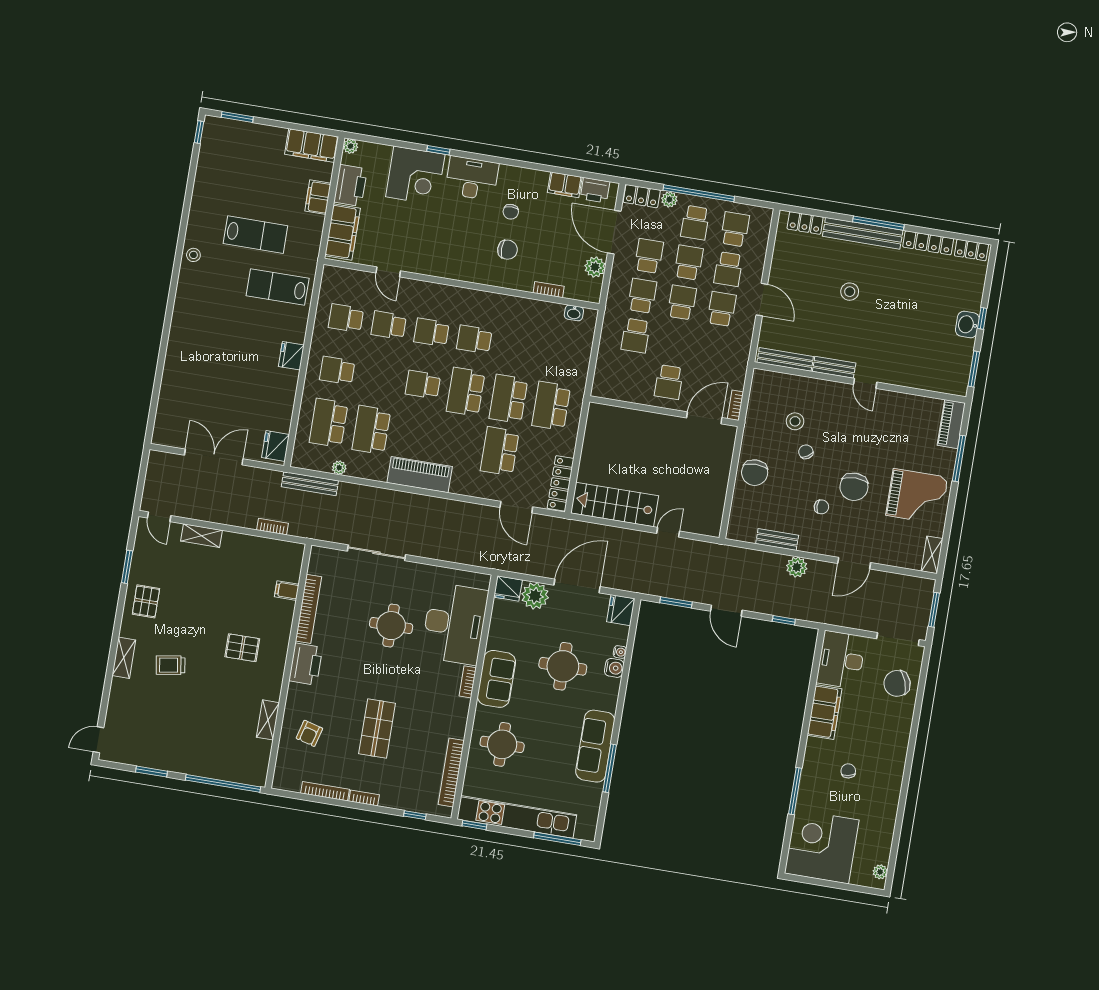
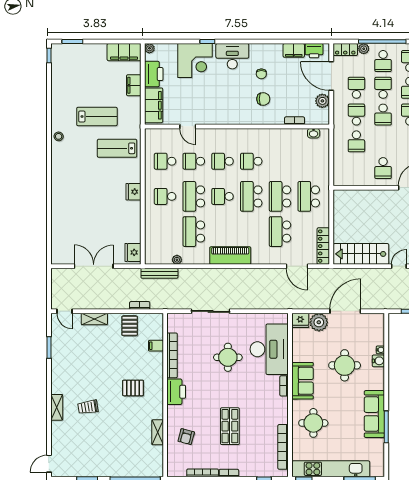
school desk: (682, 302) -> (383, 115), turned 180
school desk: (329, 423) -> (194, 196), moved
pallet: (146, 601) -> (130, 326), moved
fridge: (621, 610) -> (376, 322), removed

